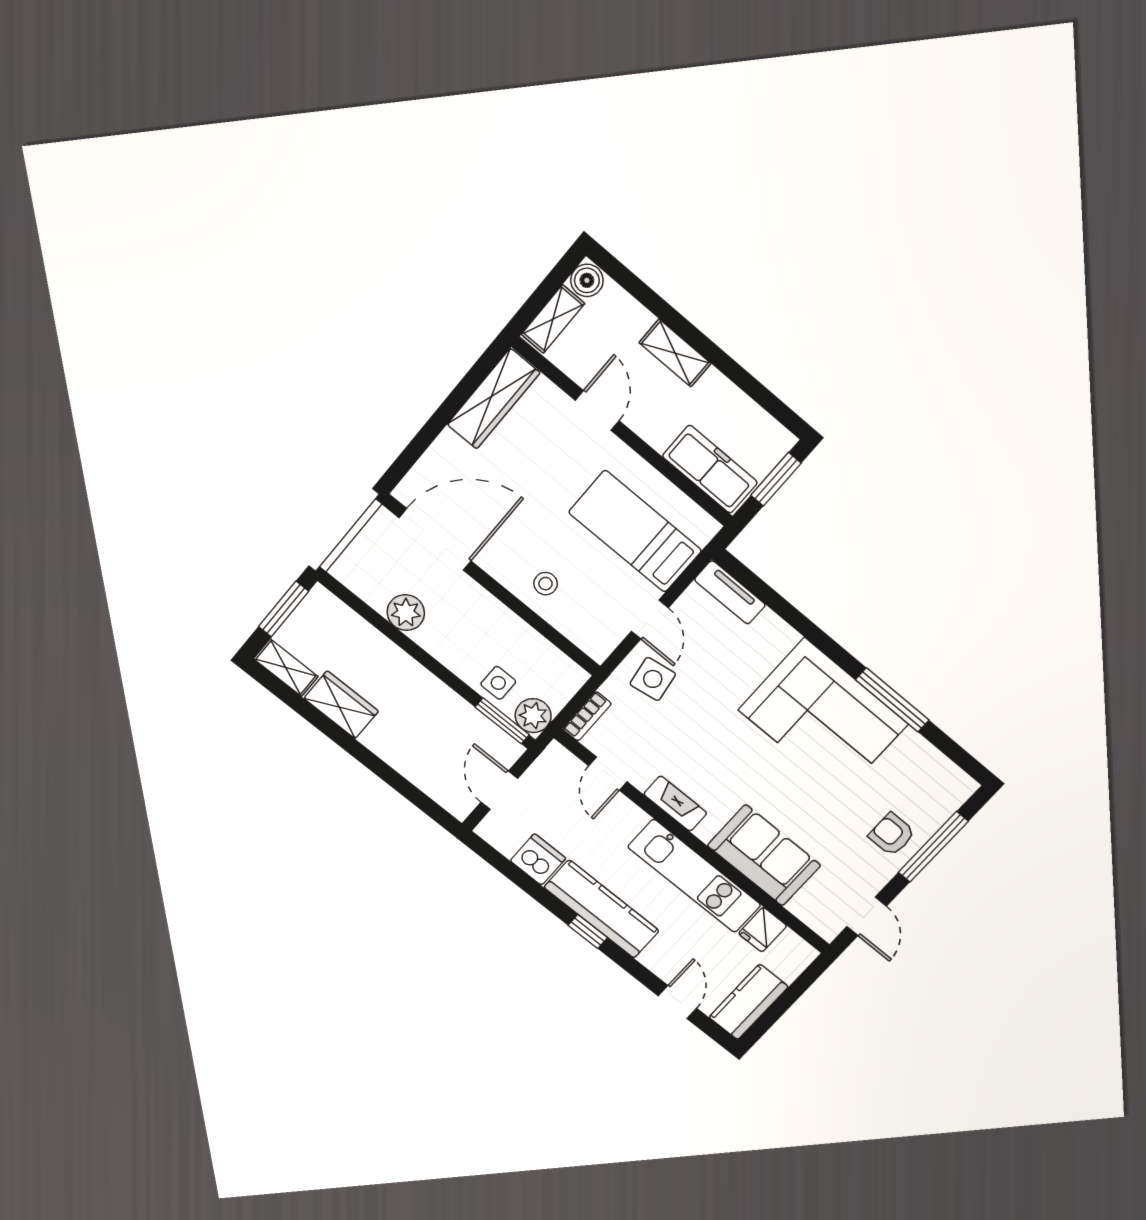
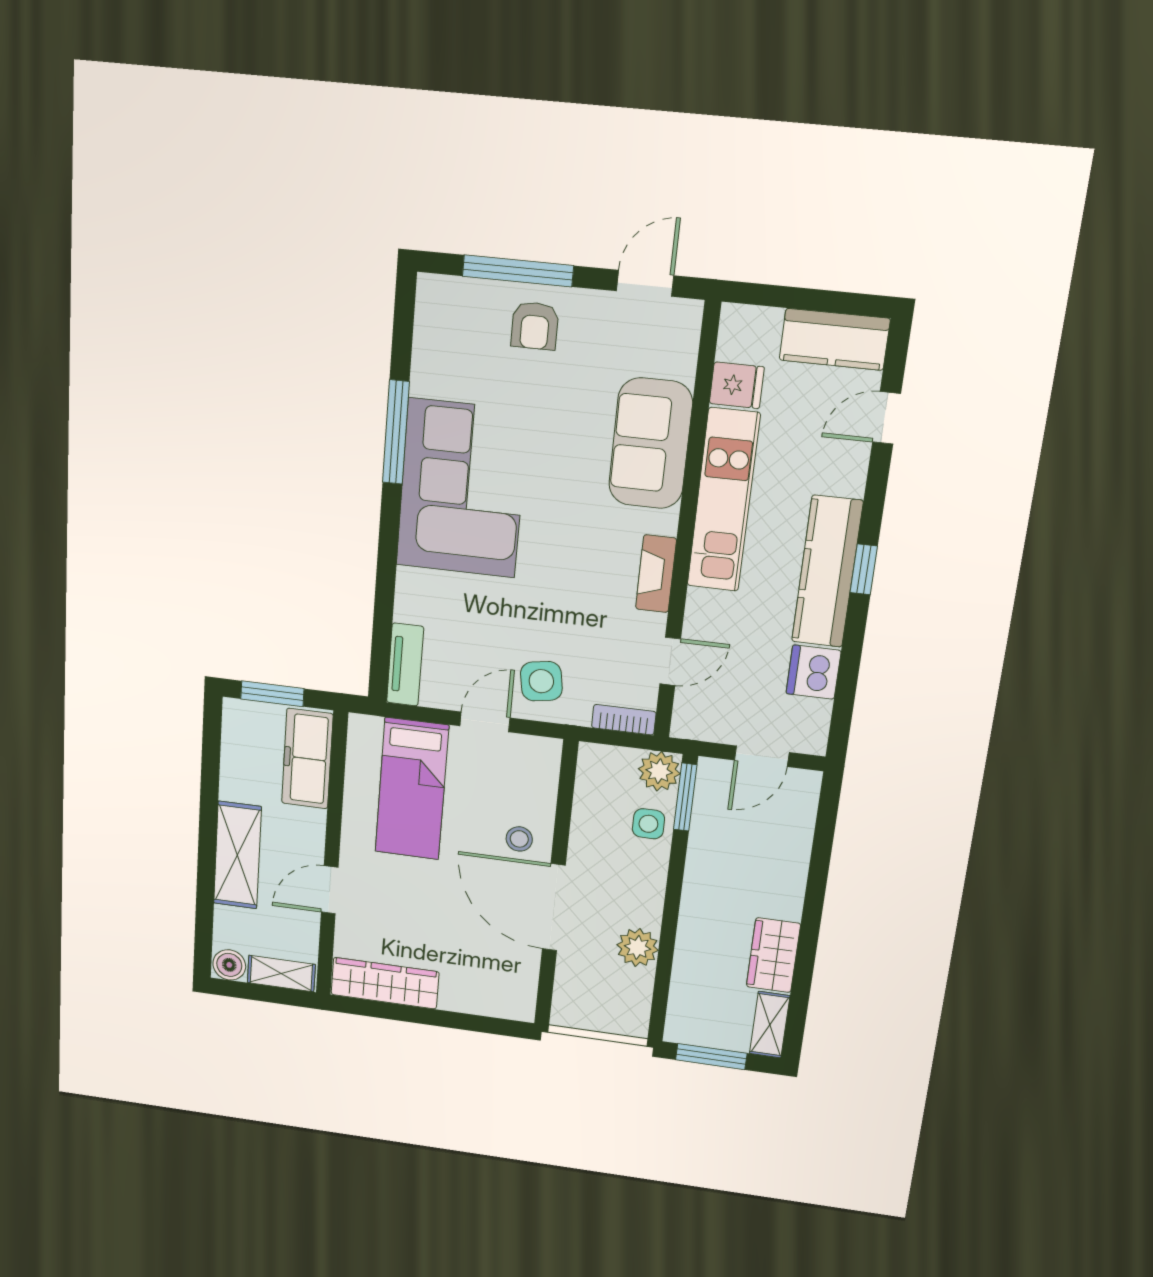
shelving: (675, 353) -> (237, 855), width x1.50, depth x1.33
door: (435, 539) -> (554, 907), moved

